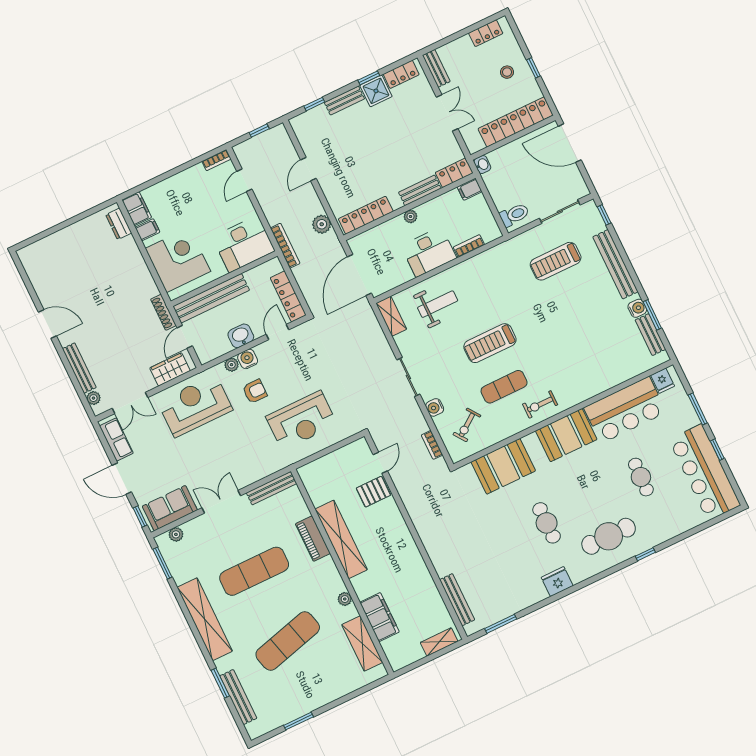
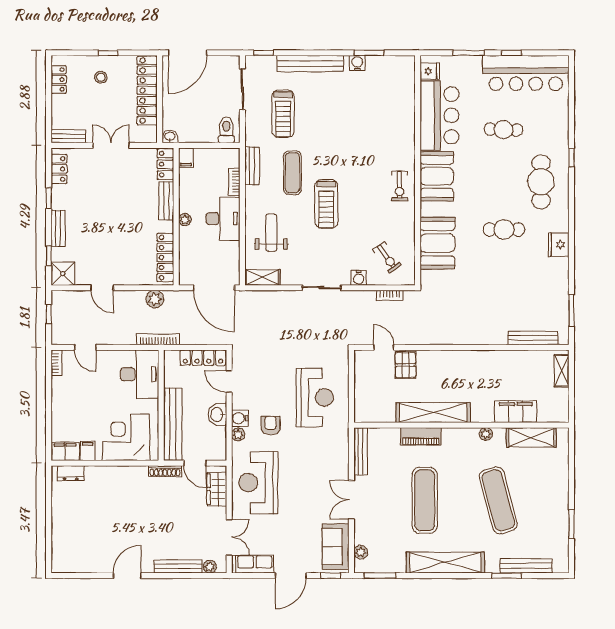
shower: (376, 91) -> (63, 274), moved
bench: (650, 335) -> (252, 166), moved, turned 90
exercise mat: (504, 387) -> (292, 173), moved

